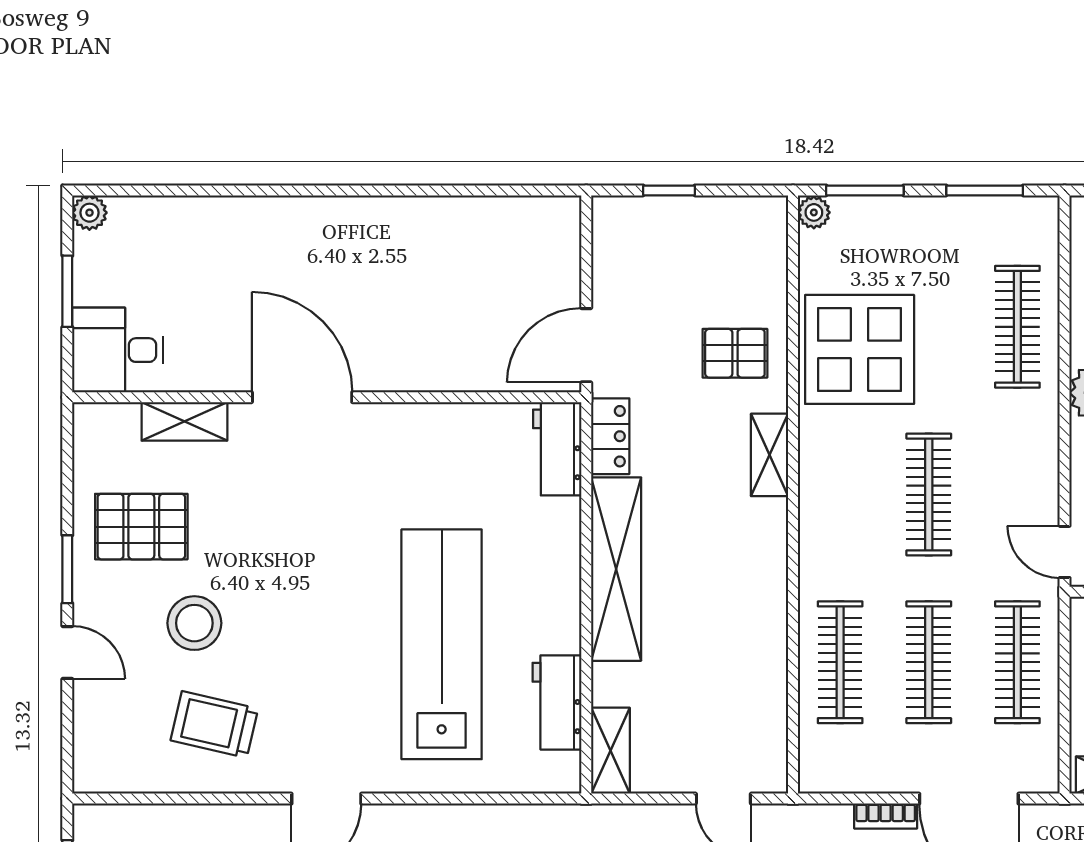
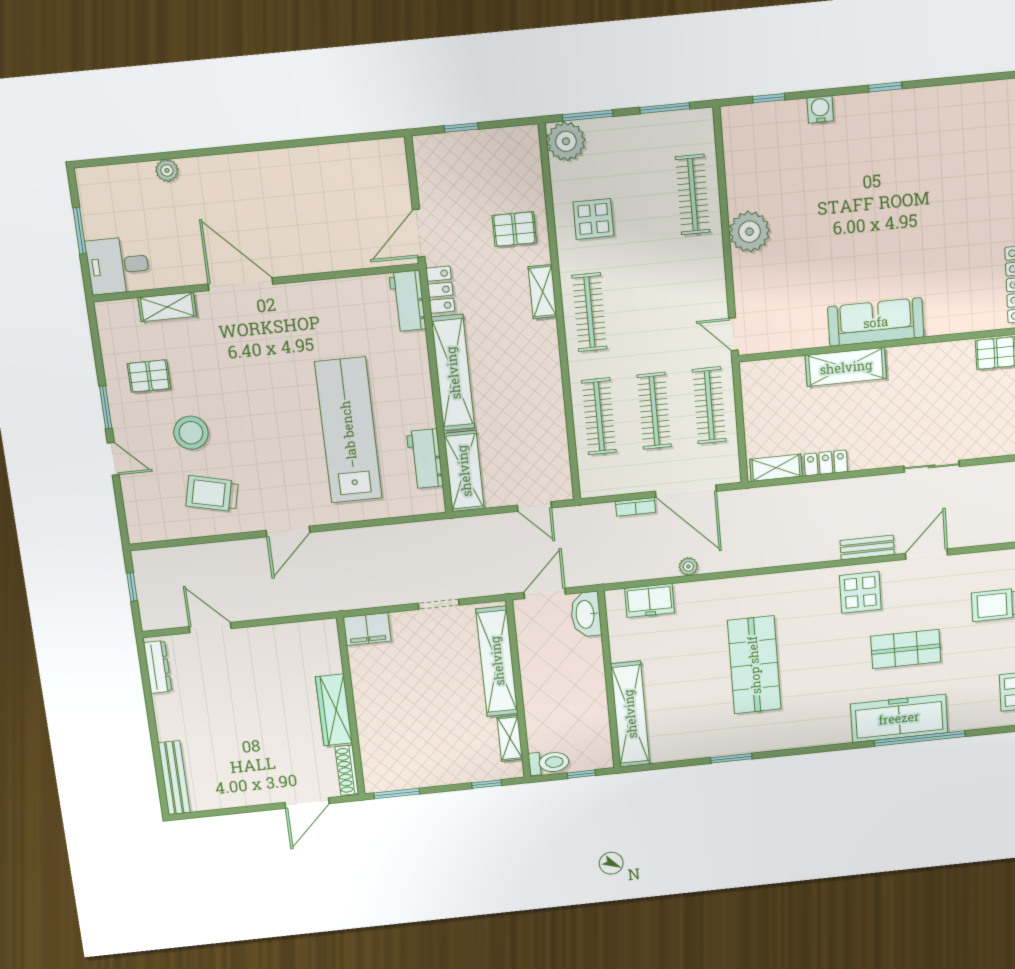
plant: (814, 212) -> (566, 141), width x1.88, depth x1.88
plant: (89, 213) -> (167, 170), moved
display table: (860, 349) -> (593, 219), width x0.54, depth x0.54
clothes rail: (929, 495) -> (590, 312), moved
pallet: (141, 527) -> (149, 376), width x0.67, depth x0.71
shelving: (610, 751) -> (464, 471), width x1.50, depth x1.33

